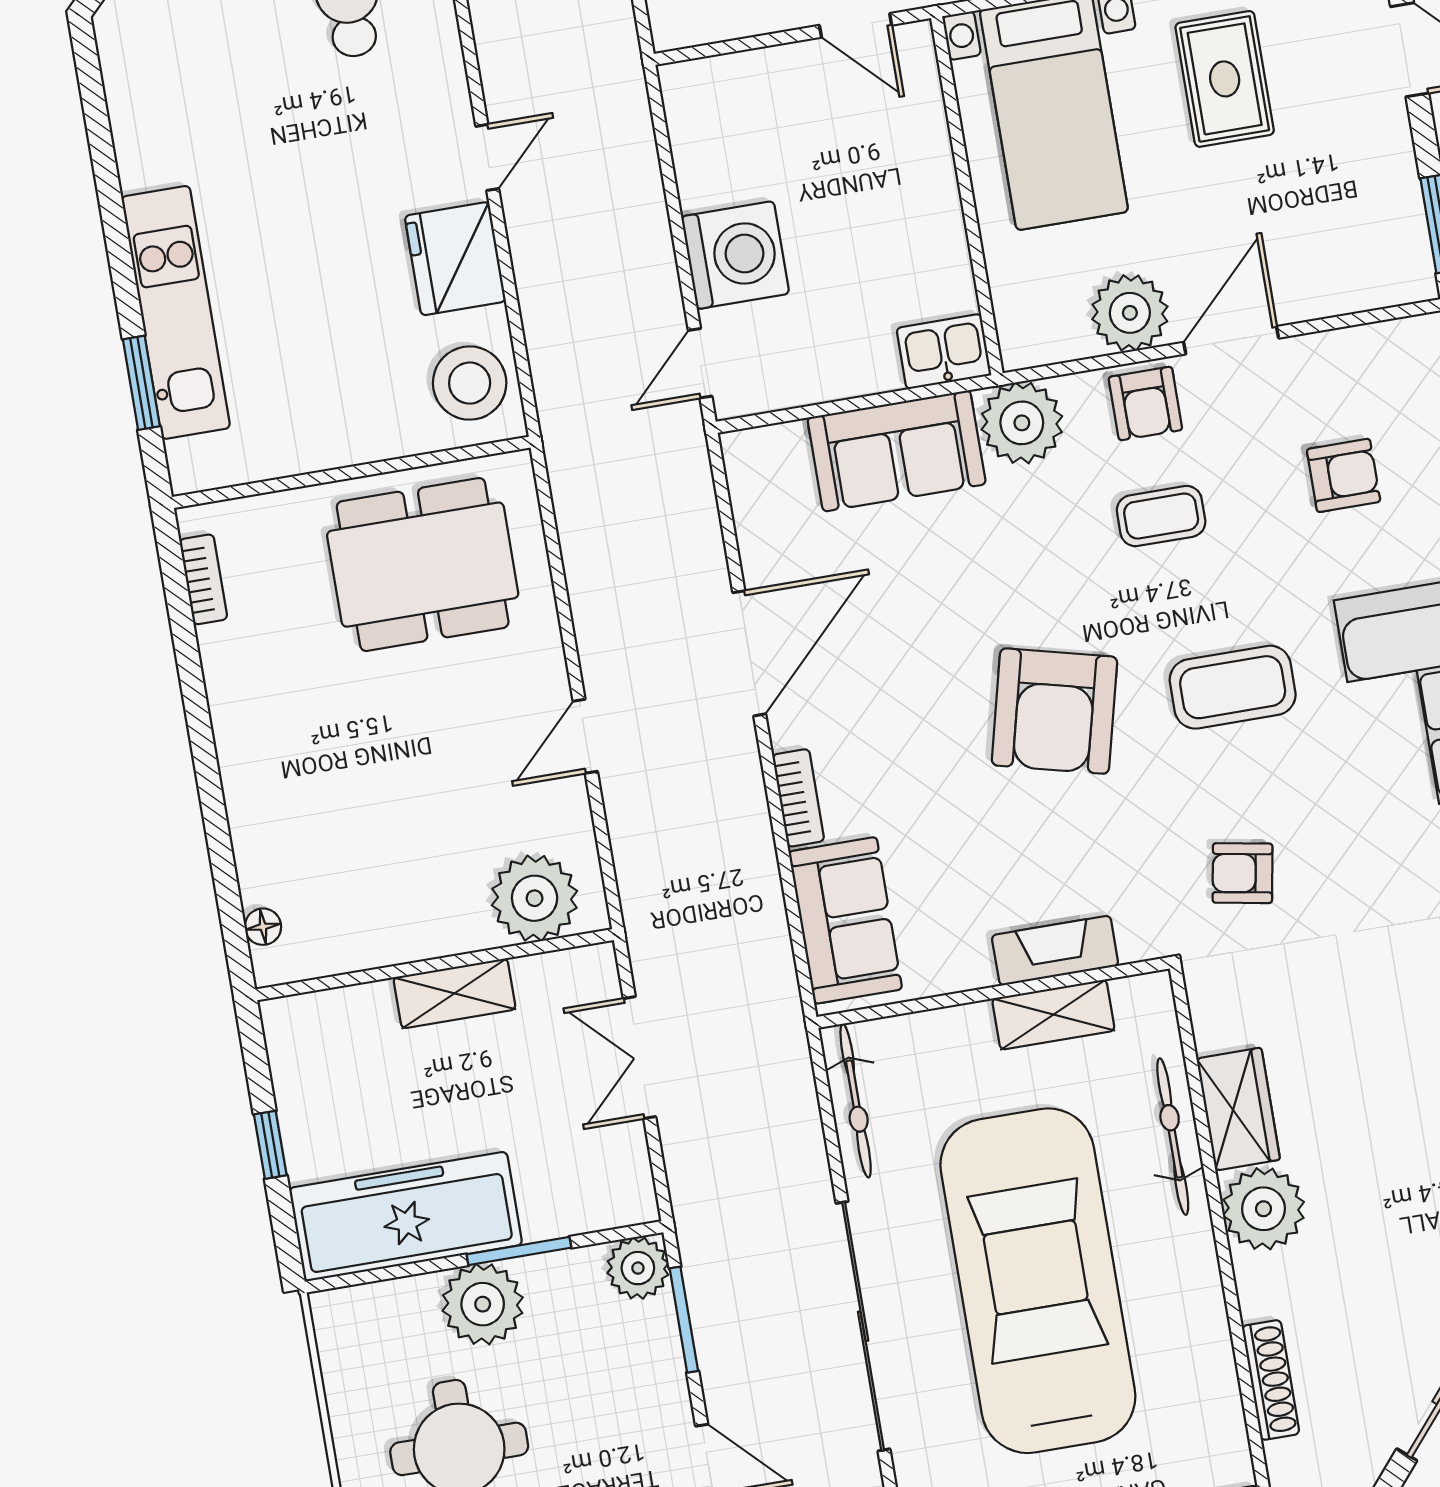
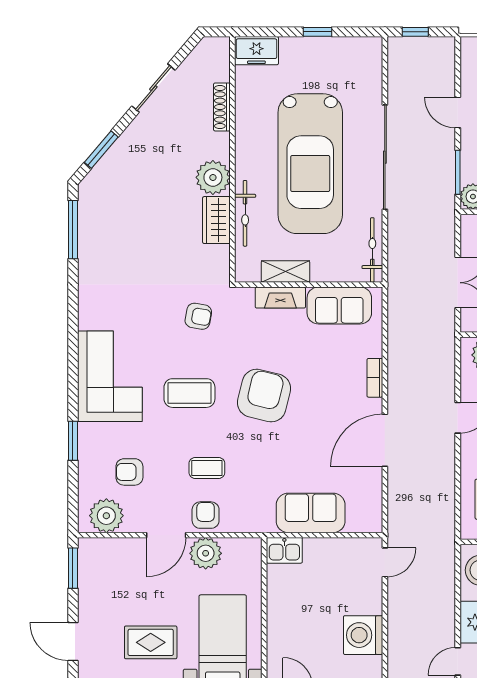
rug: (1225, 79) -> (151, 642), turned 90
washing machine: (735, 255) -> (363, 635), moved
plant: (1022, 423) -> (106, 516), moved
sofa: (845, 920) -> (339, 305), moved, turned -90

